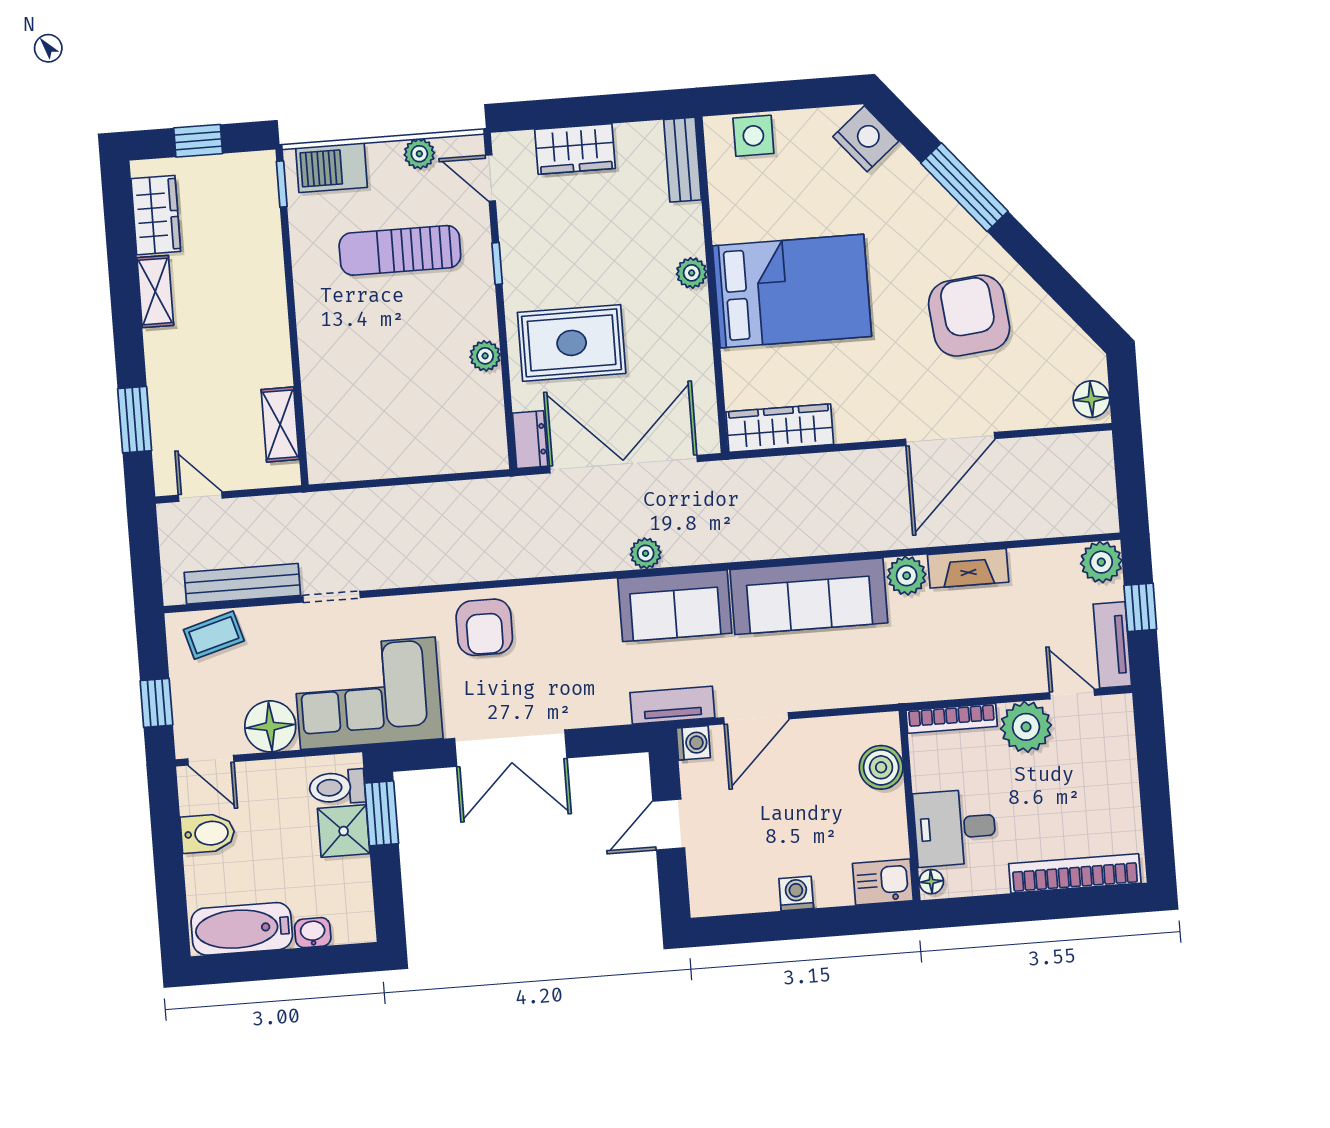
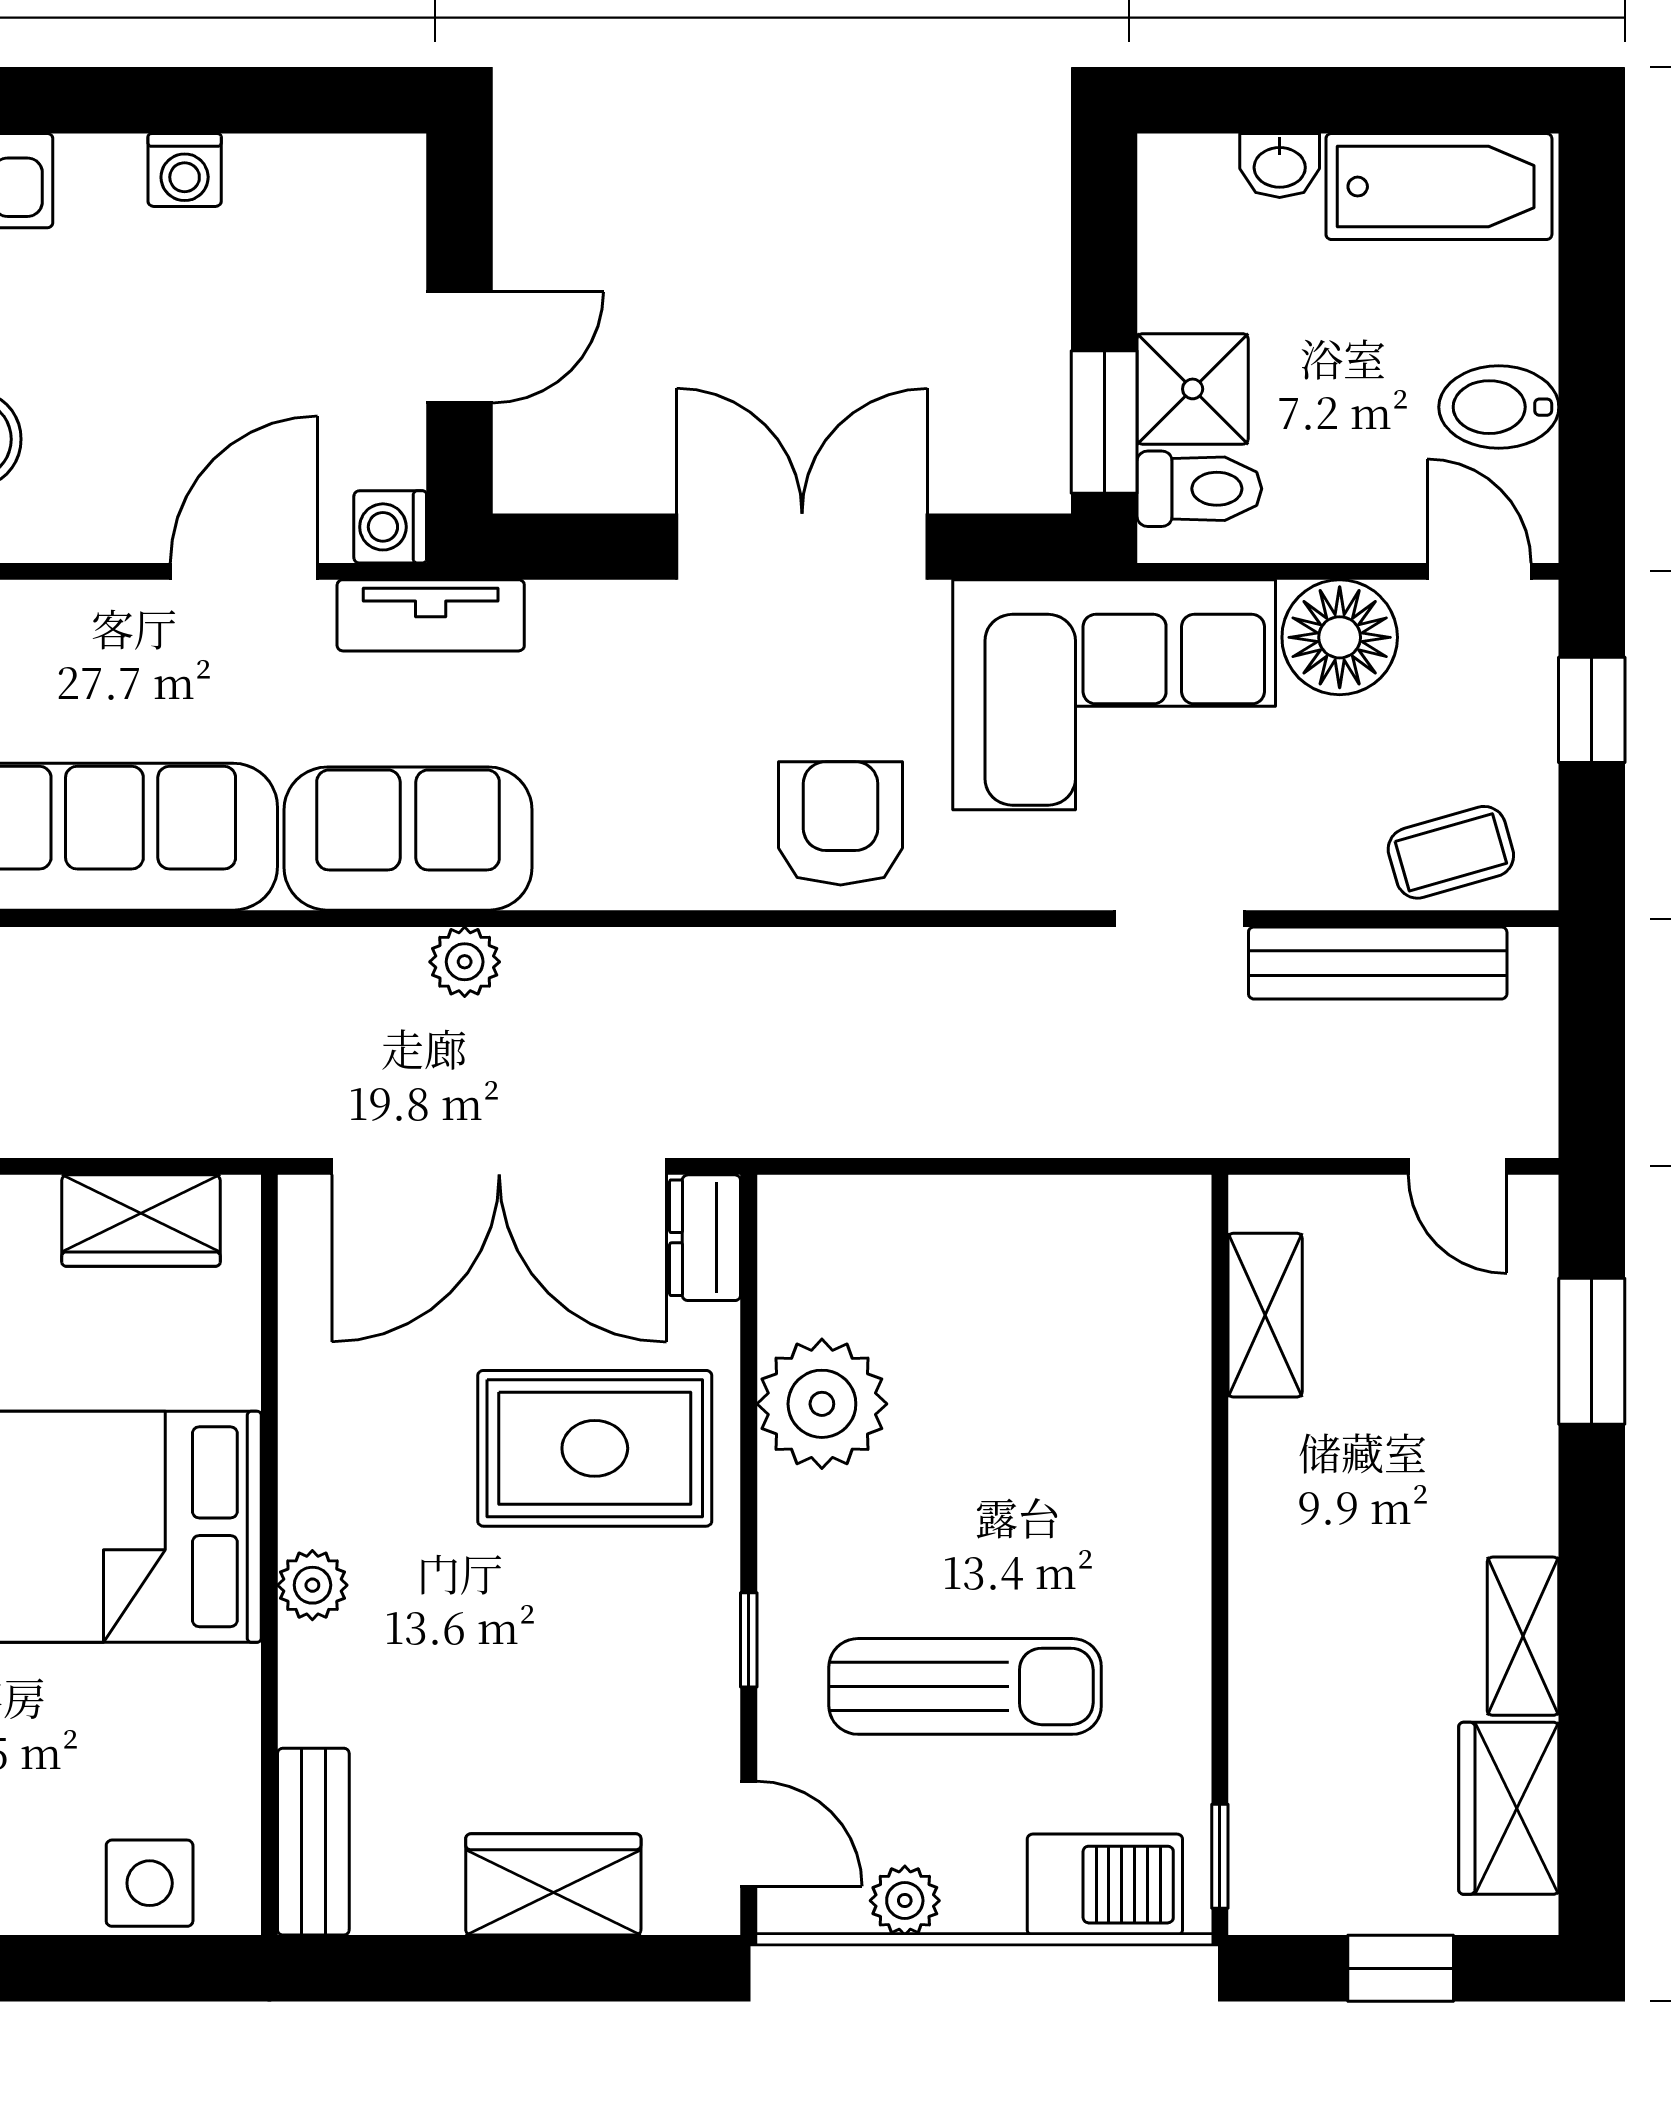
plant: (485, 356) -> (822, 1404), width x1.88, depth x1.88
wardrobe: (780, 428) -> (141, 1221), width x0.67

